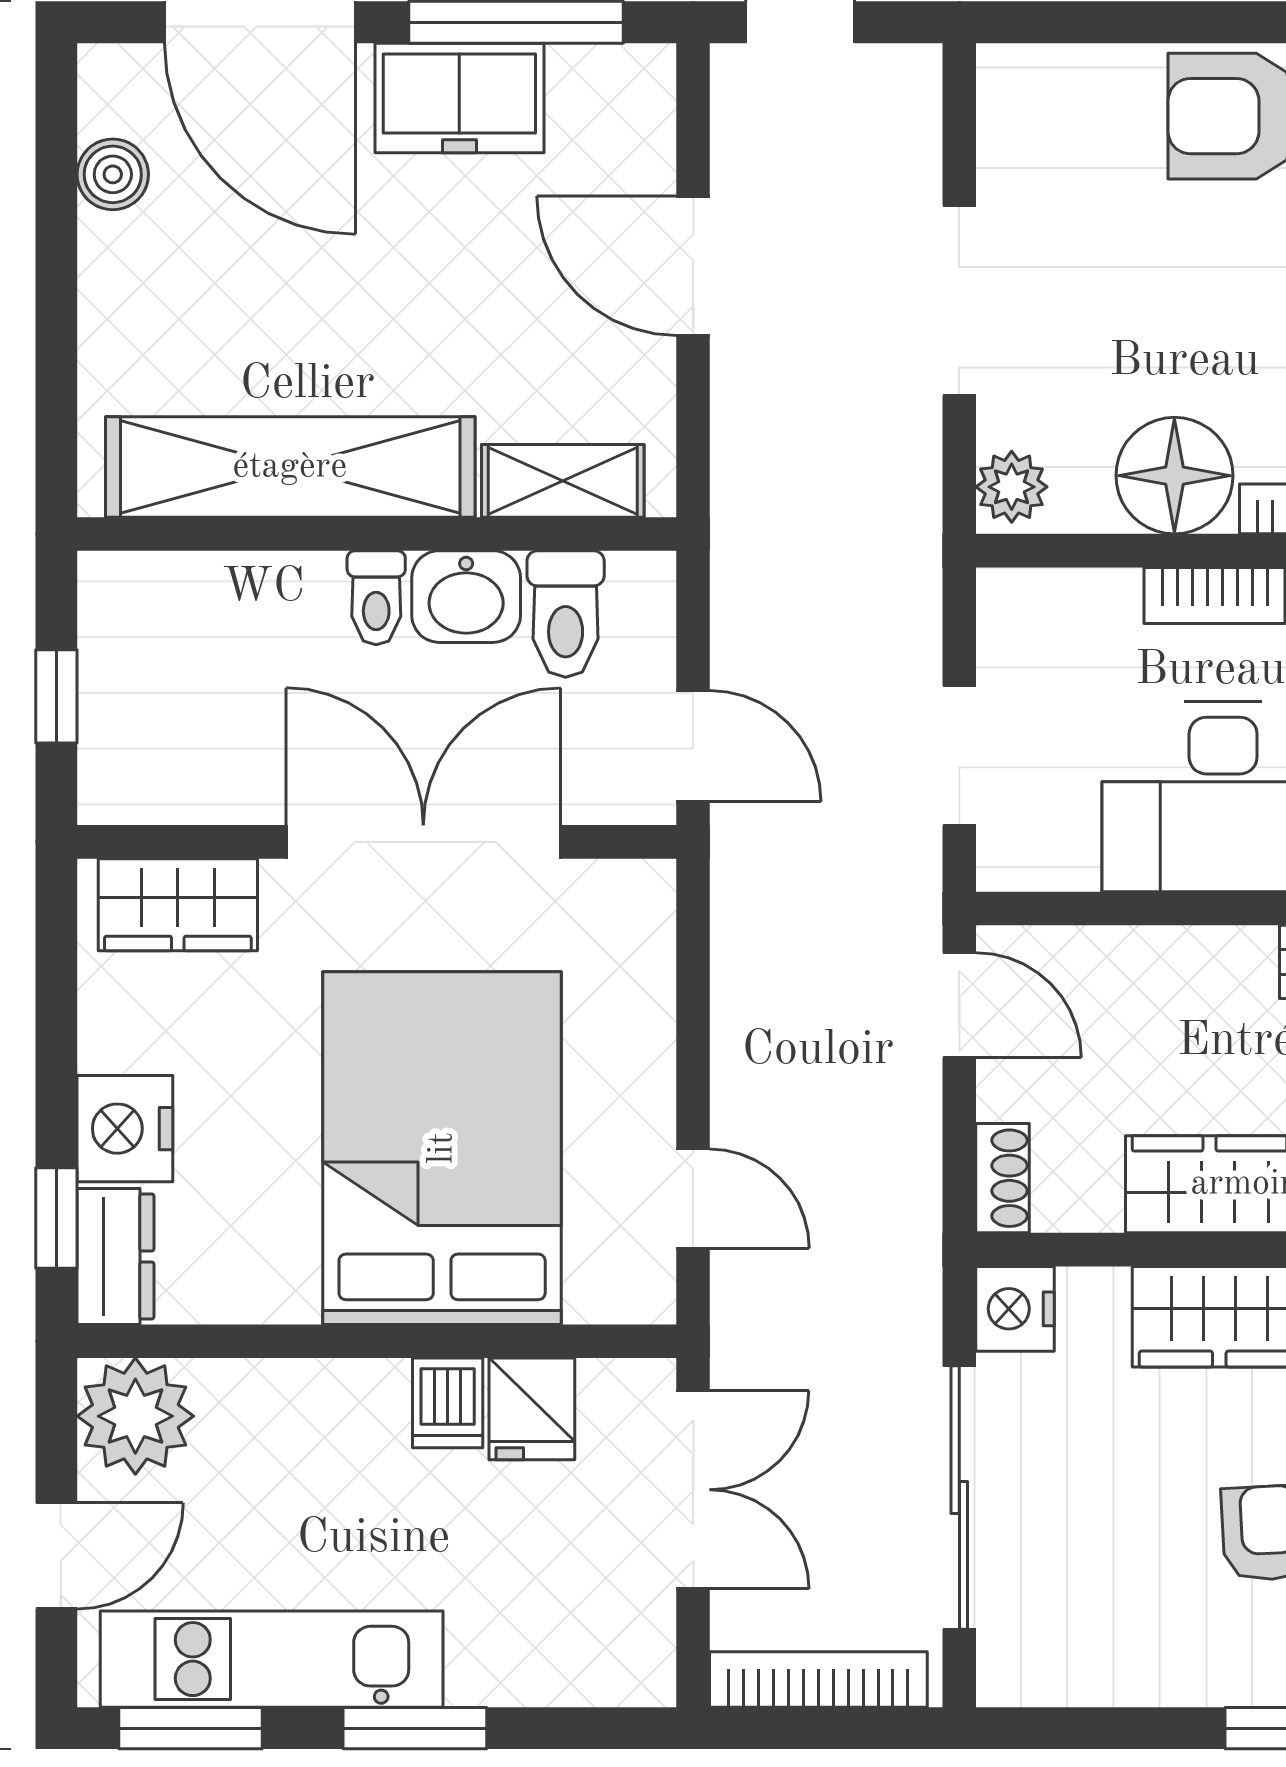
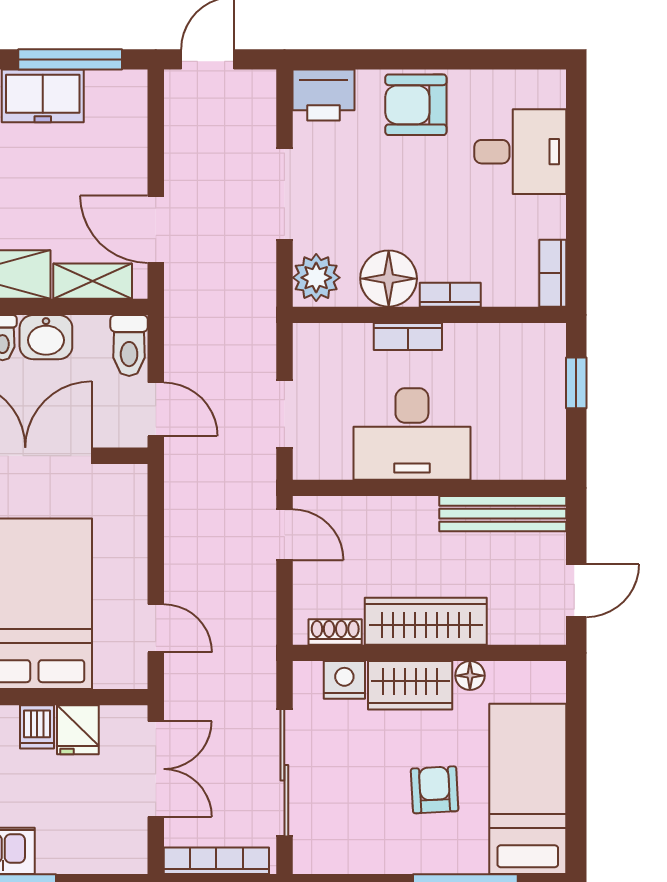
printer: (1040, 96) -> (323, 95), added
door: (693, 266) -> (156, 229), moved
plant: (1012, 487) -> (316, 278), width x1.38, depth x1.38
toilet: (566, 614) -> (129, 345), moved
shoe rack: (1003, 1178) -> (335, 632), moved, turned -90
nightstand: (1015, 1309) -> (344, 680), moved, turned 90

